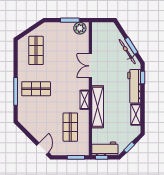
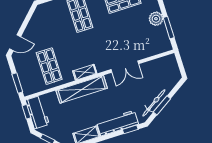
plant: (80, 28) -> (156, 19), moved
double door: (90, 66) -> (125, 67), swing flipped
shop shelf: (70, 127) -> (49, 66), turned 90

